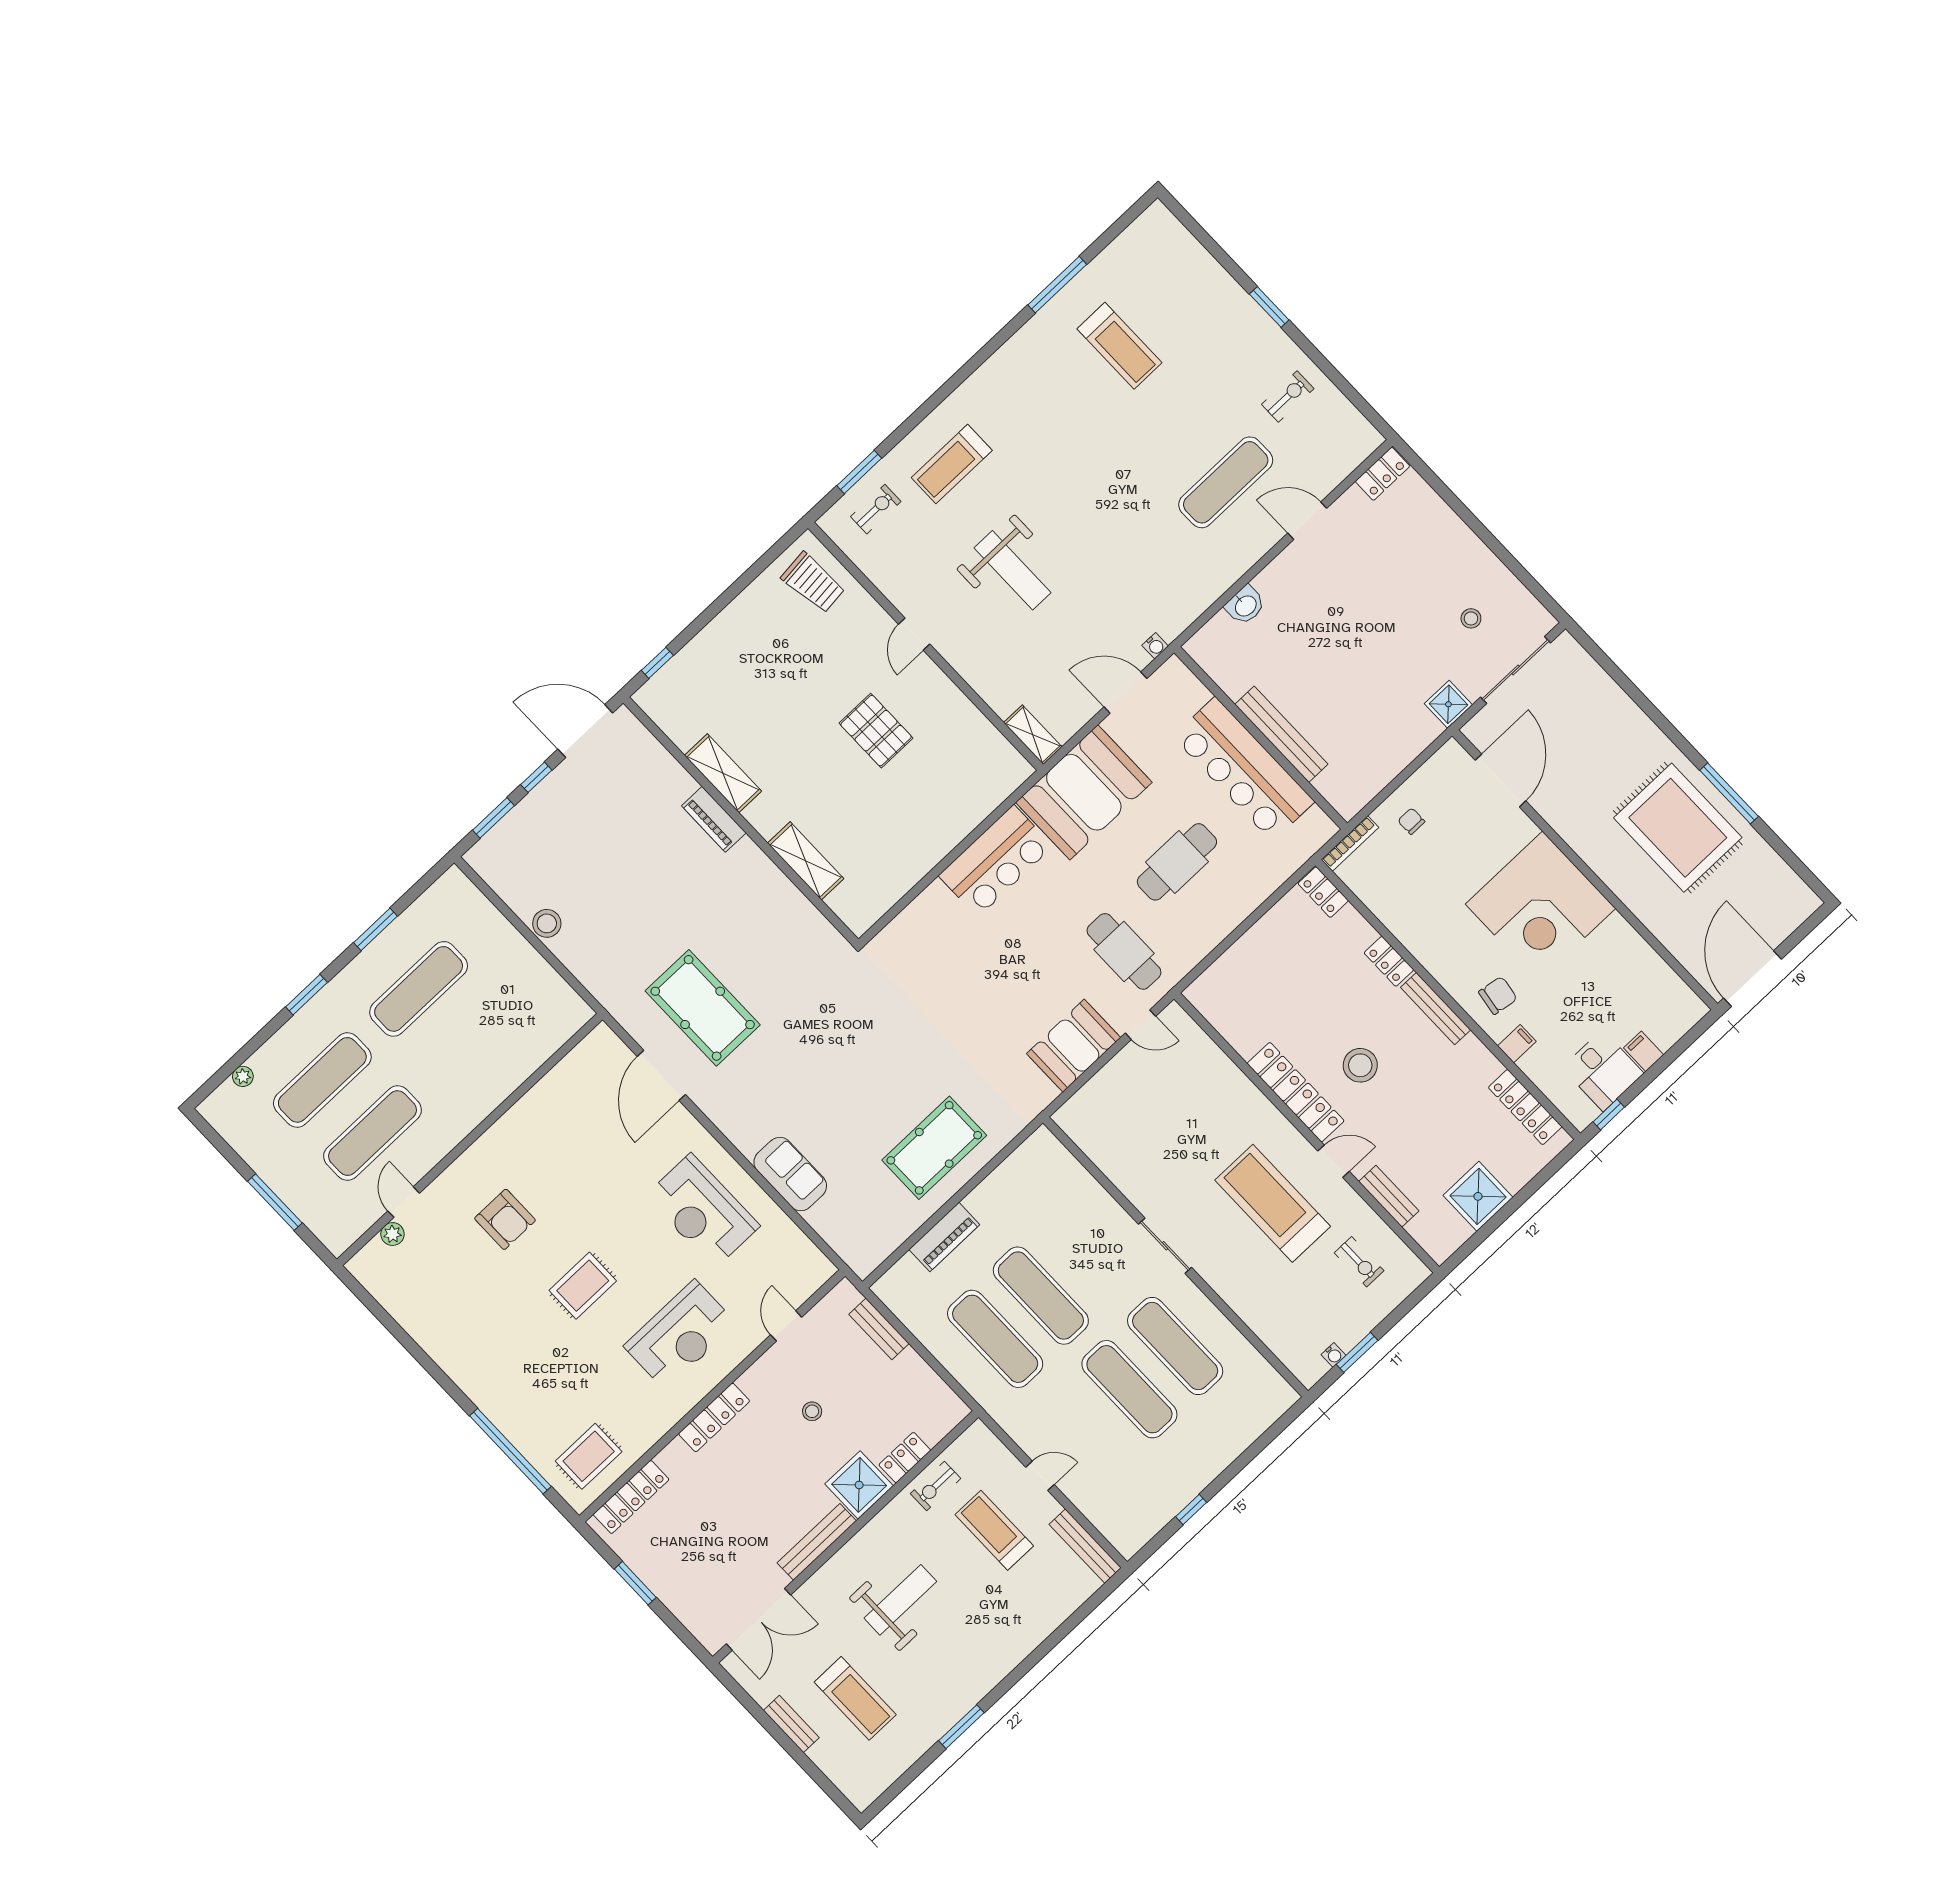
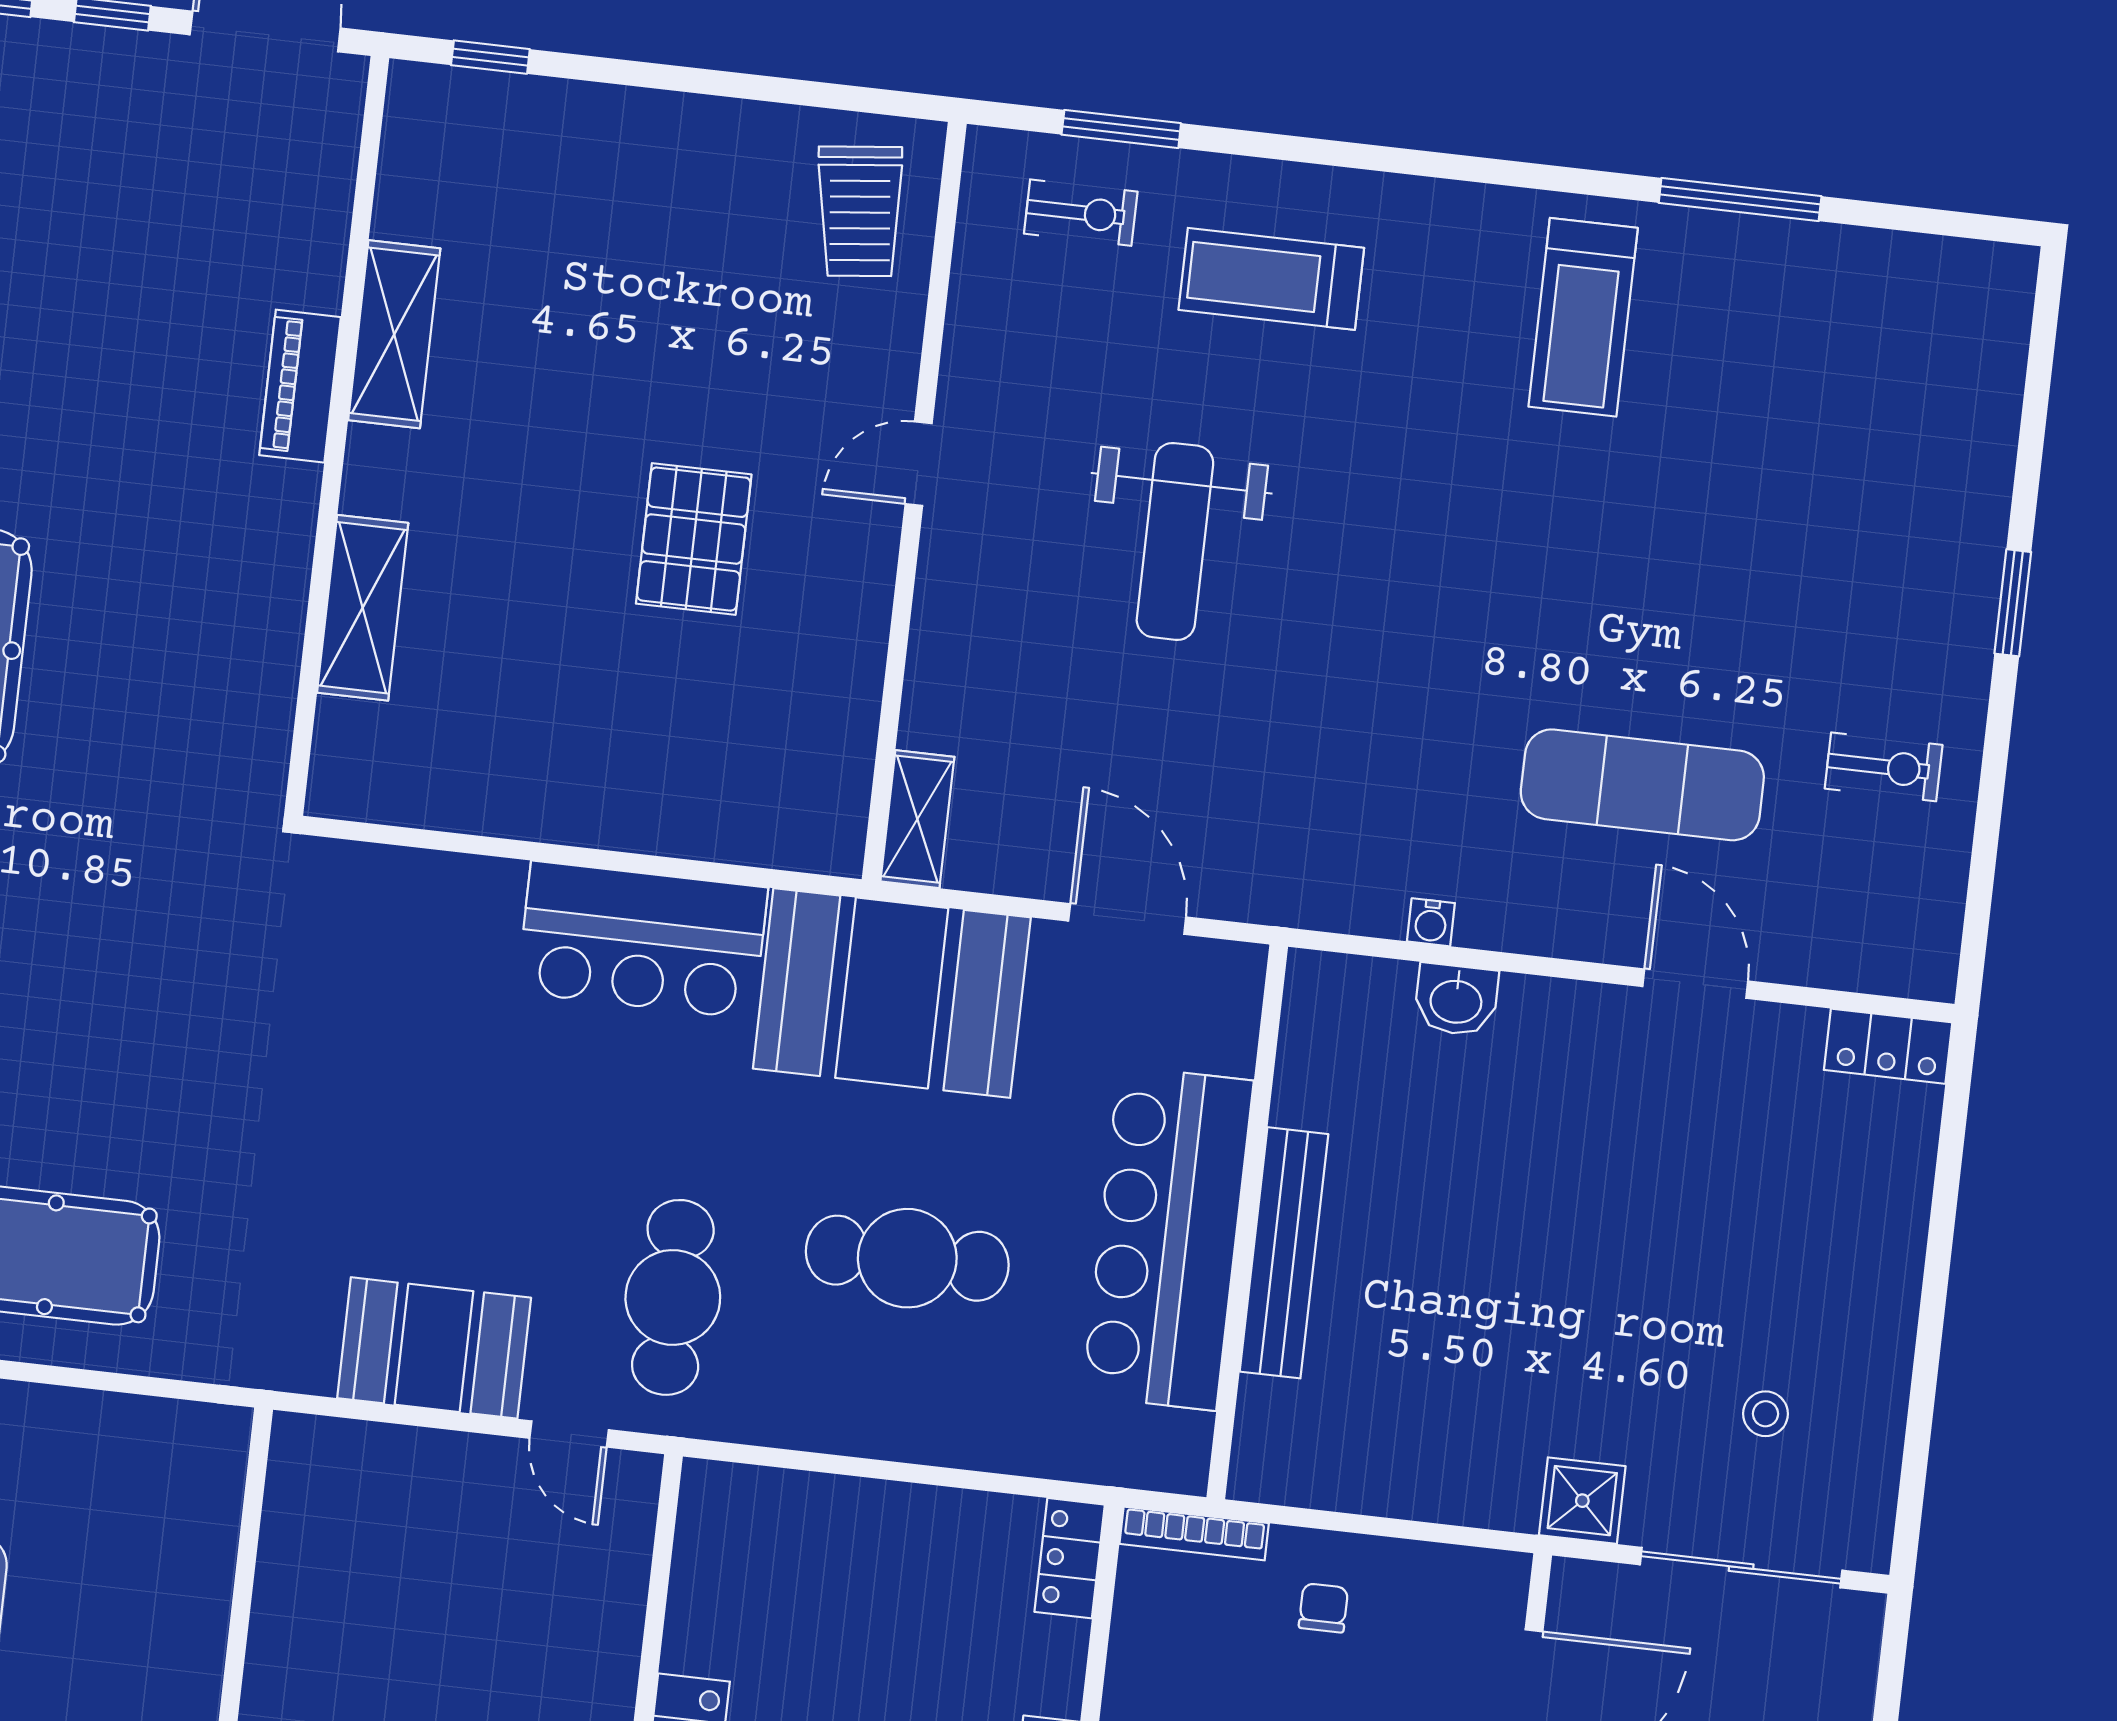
treadmill: (1120, 346) -> (1583, 317), moved
water cooler: (1155, 646) -> (1431, 922), moved

